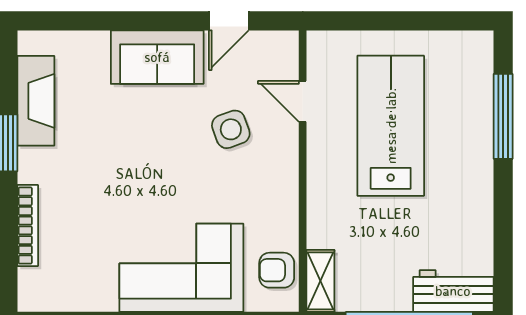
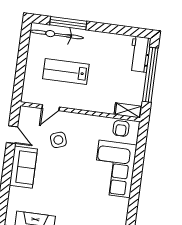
bicycle: (473, 93) -> (57, 34), added
lab bench: (391, 126) -> (66, 72), width x0.73, depth x0.72

